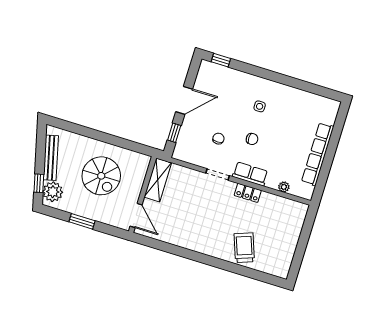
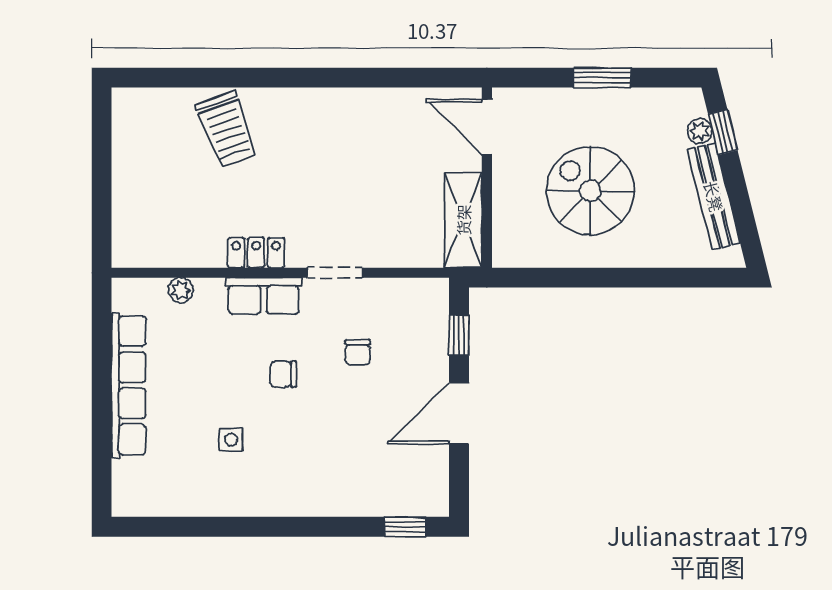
side table: (260, 106) -> (231, 440), moved
plant: (53, 192) -> (700, 131), width x0.53, depth x0.53

